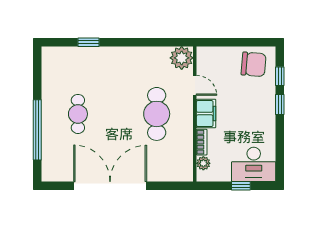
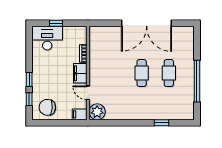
filing cabinet: (207, 54) -> (80, 114), added
cafe table: (157, 114) -> (142, 73), moved, width x0.73, depth x0.74
window: (37, 130) -> (197, 81), moved
plant: (203, 163) -> (82, 39), removed

